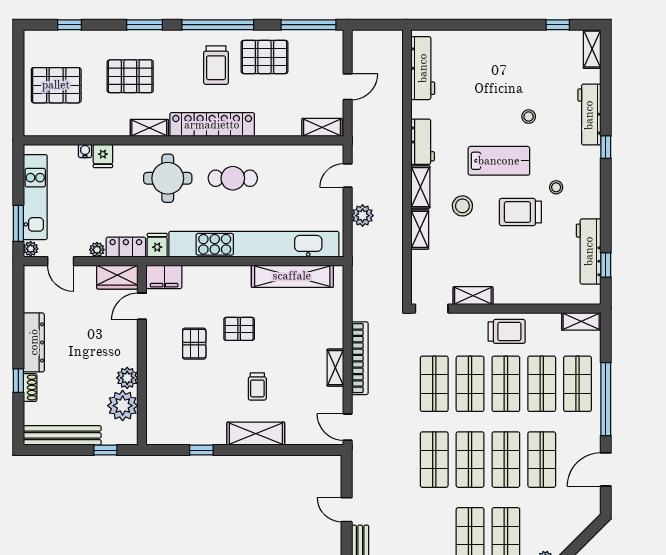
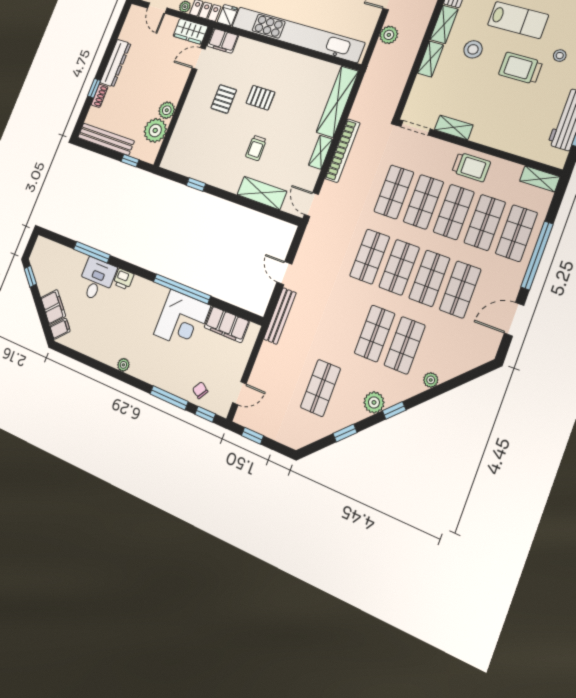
shelving: (292, 276) -> (337, 102), moved, turned 90
shelving: (256, 434) -> (262, 193), moved

